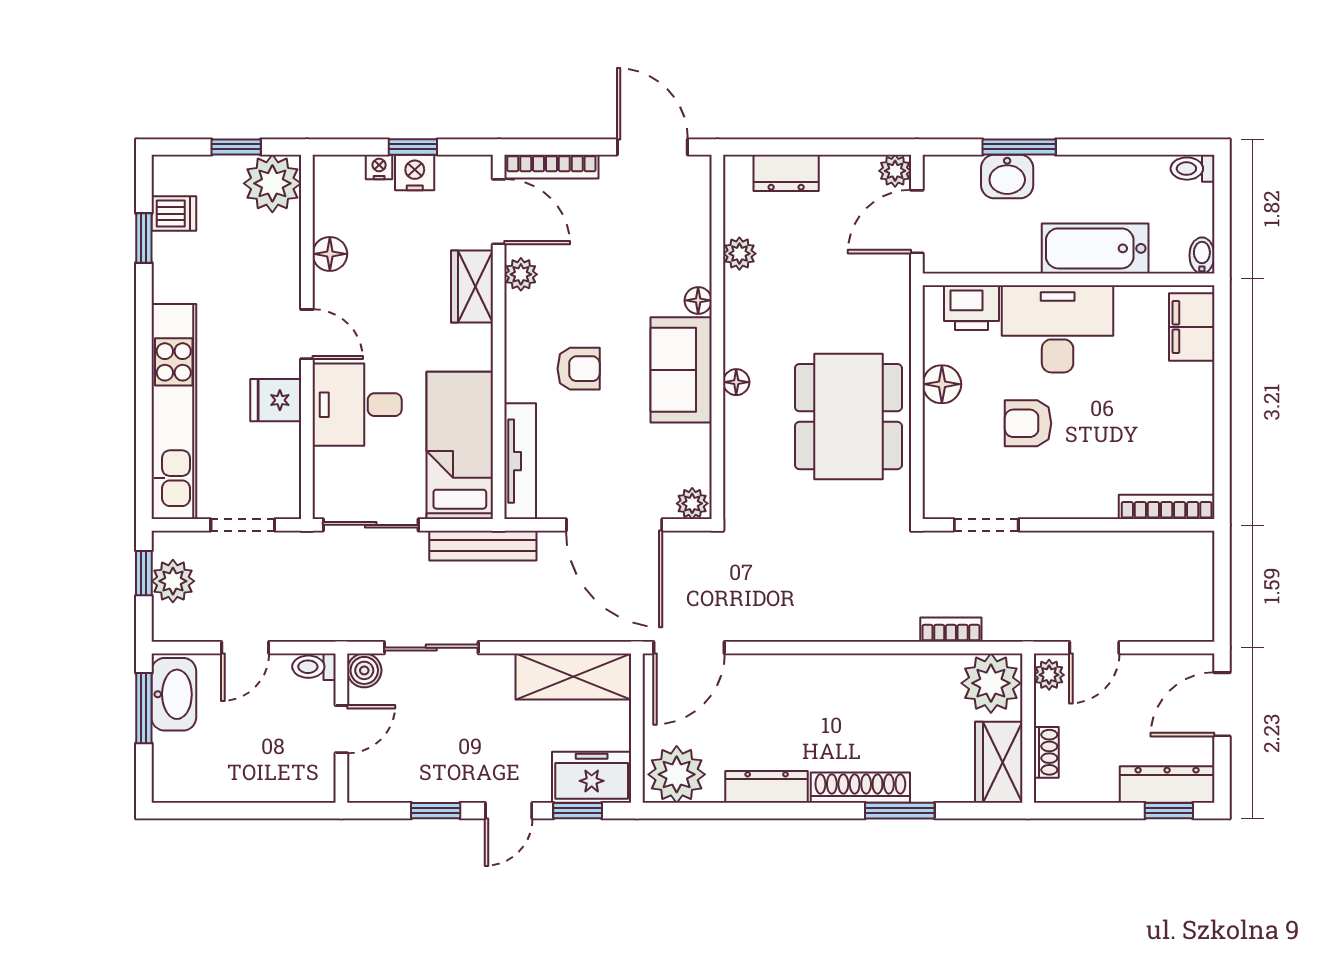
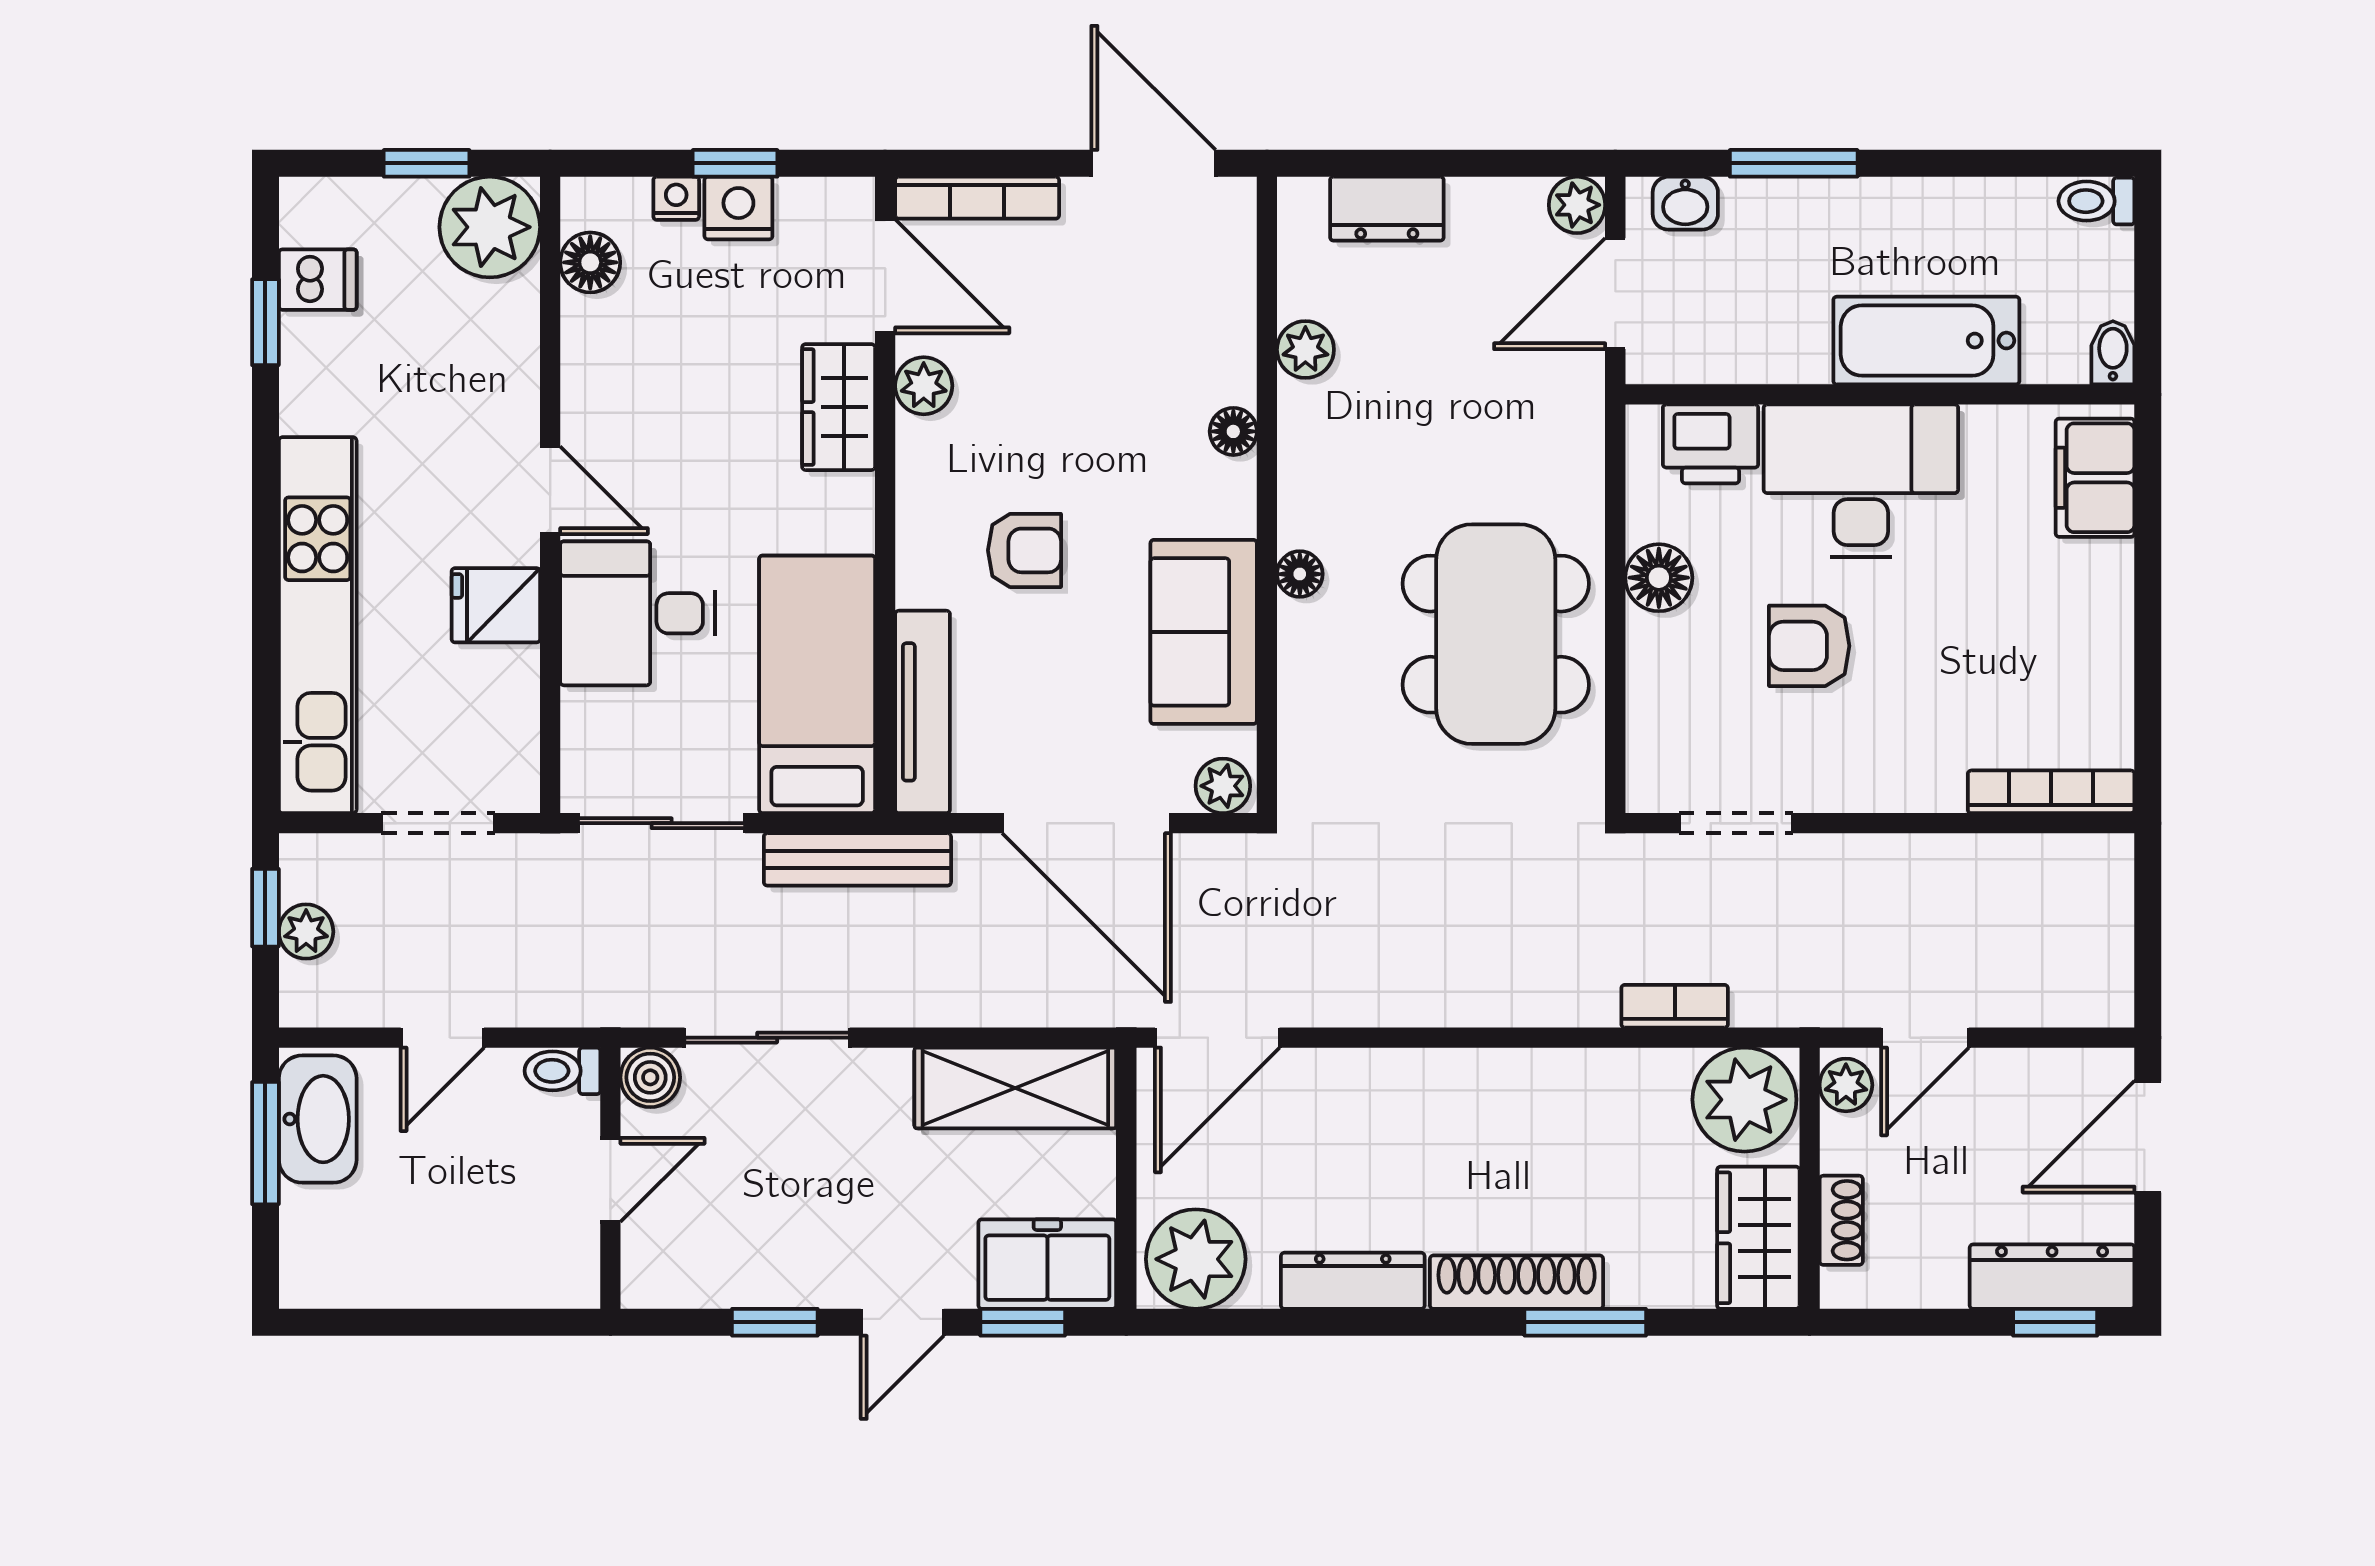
washbasin: (1007, 177) -> (1685, 203), moved, width x0.72, depth x0.69
floor lamp: (330, 254) -> (590, 262), moved
sofa: (681, 370) -> (1204, 632), moved
plant: (173, 581) -> (306, 932), width x0.73, depth x0.73

